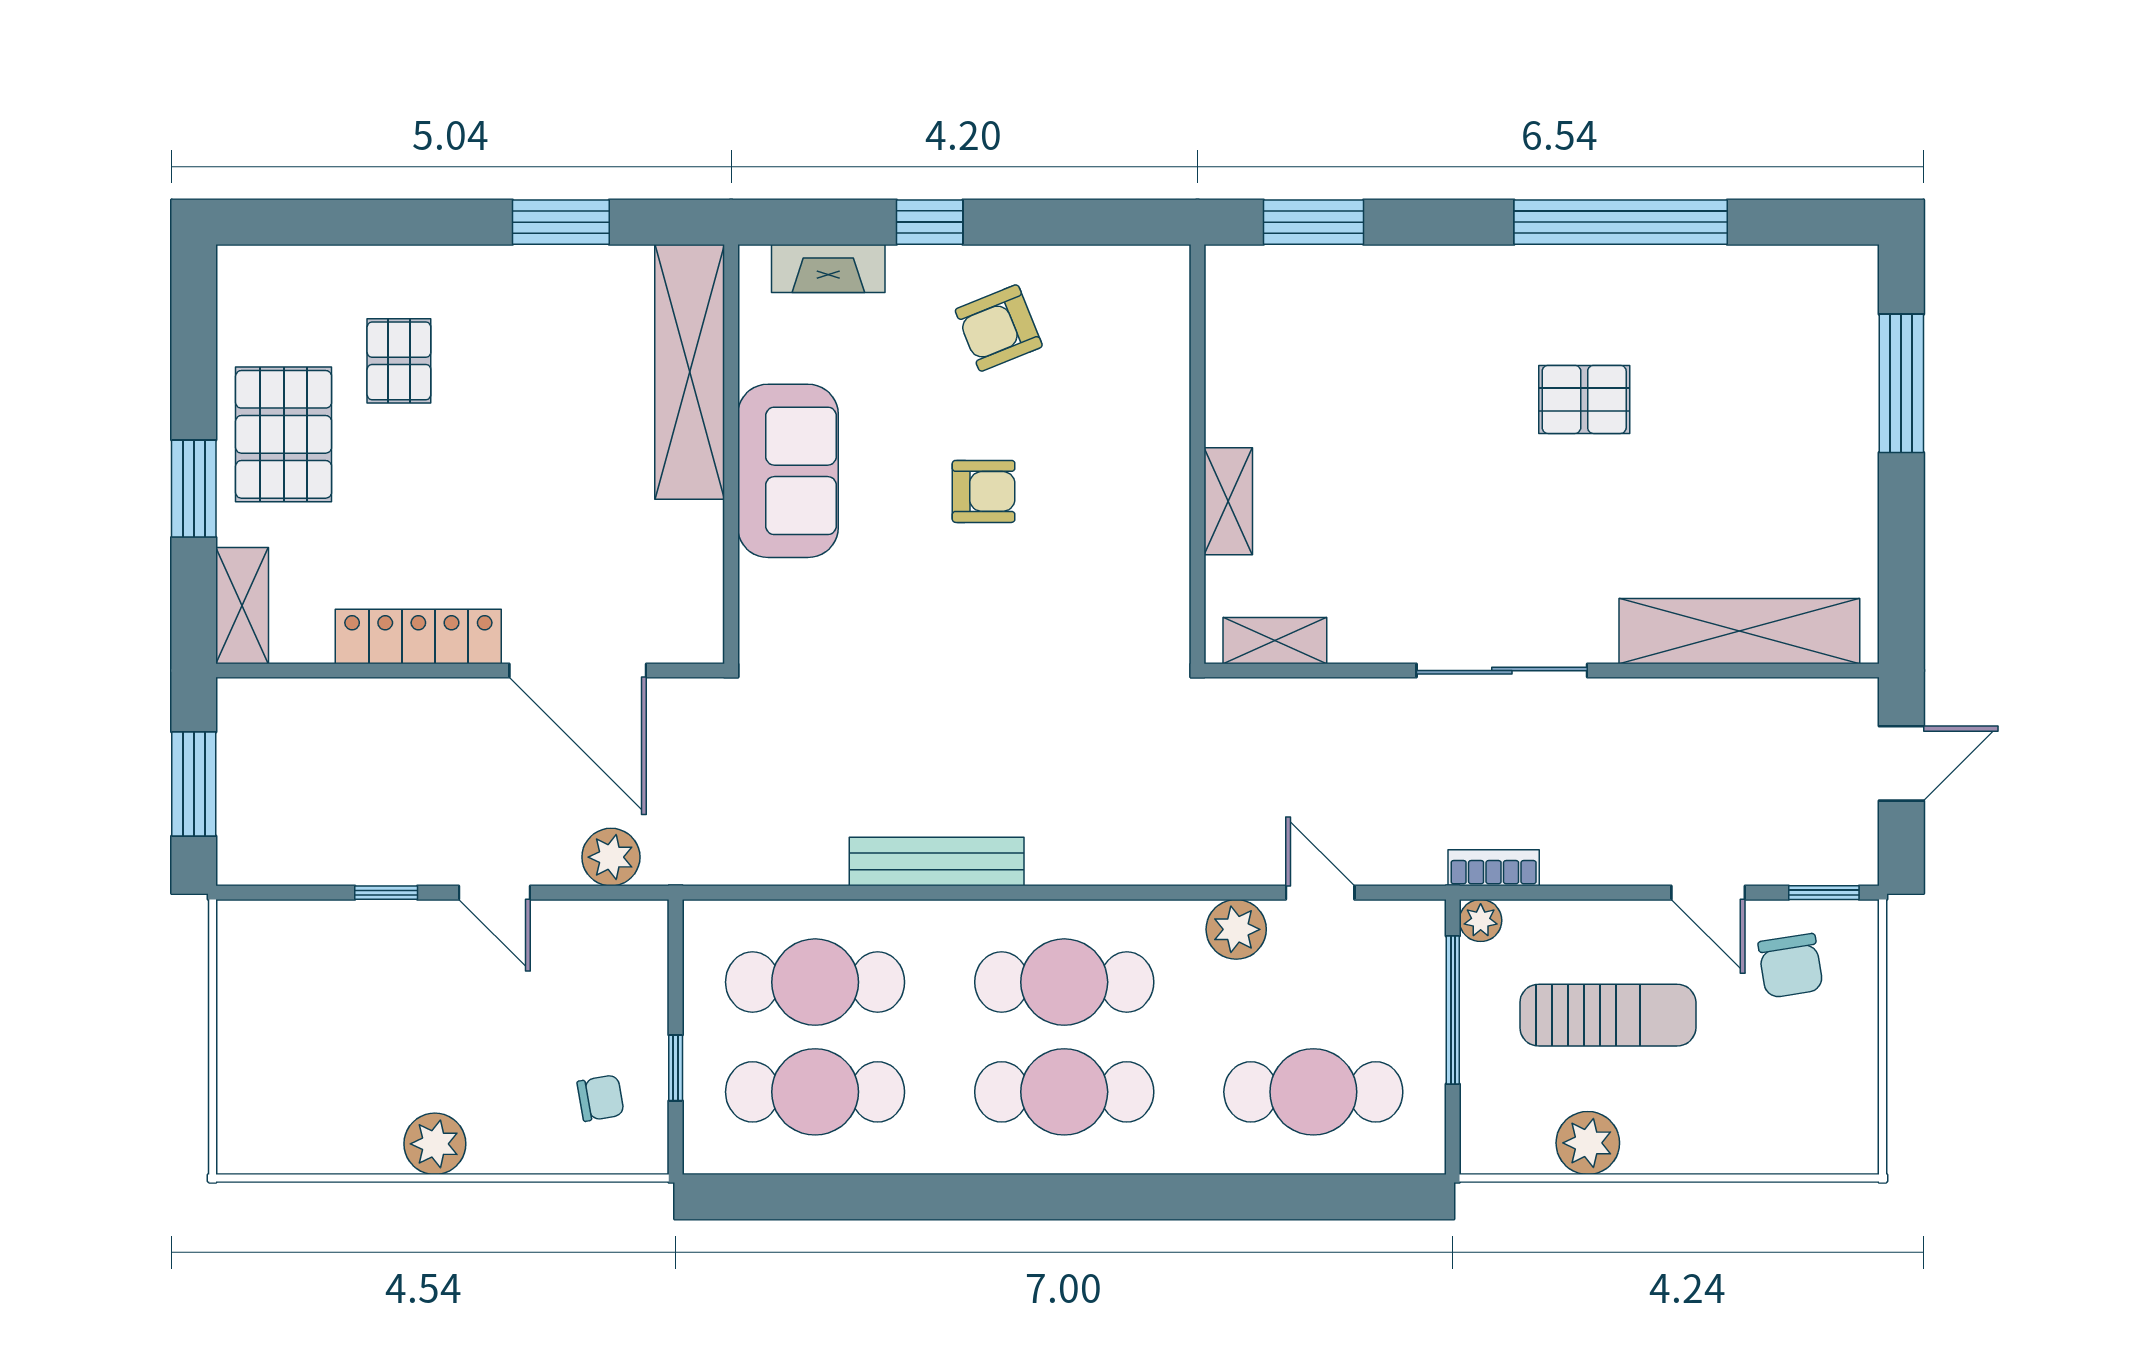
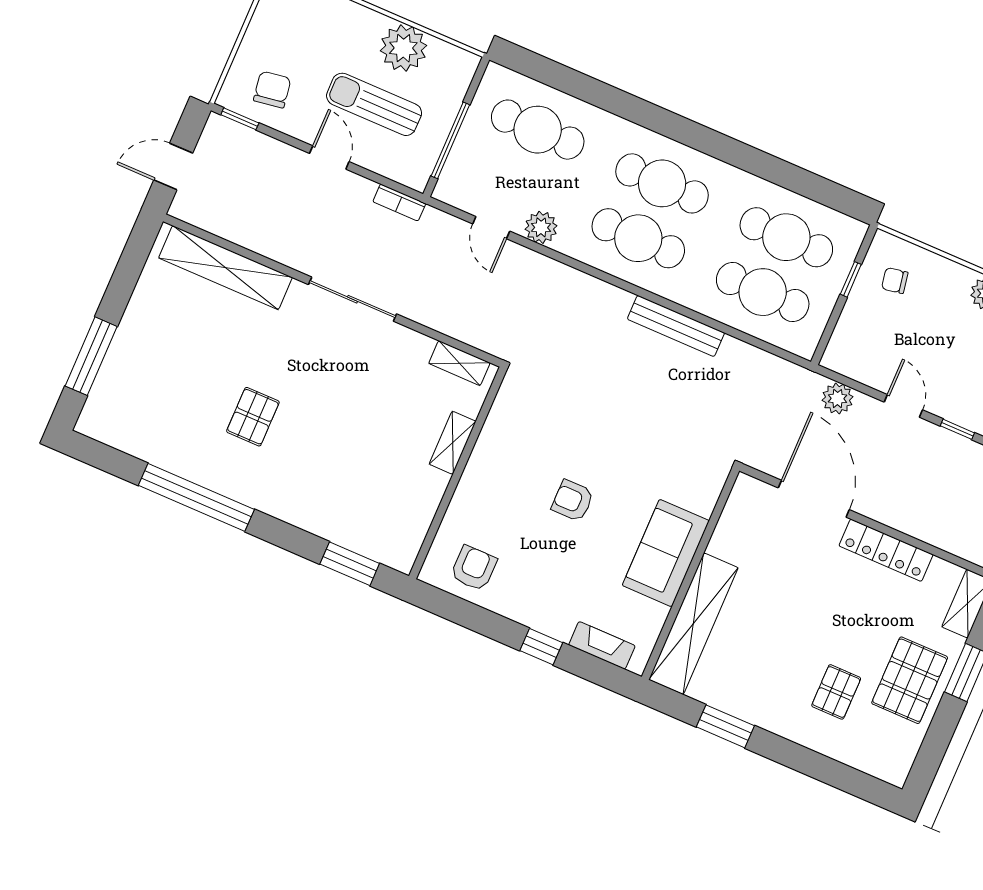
armchair: (999, 328) -> (474, 568), moved, turned -68
pallet: (1584, 399) -> (253, 417), turned 90
door: (1708, 893) -> (329, 158), moved
plant: (1481, 920) -> (417, 179), removed
plant: (1588, 1143) -> (403, 48), width x1.36, depth x1.36

